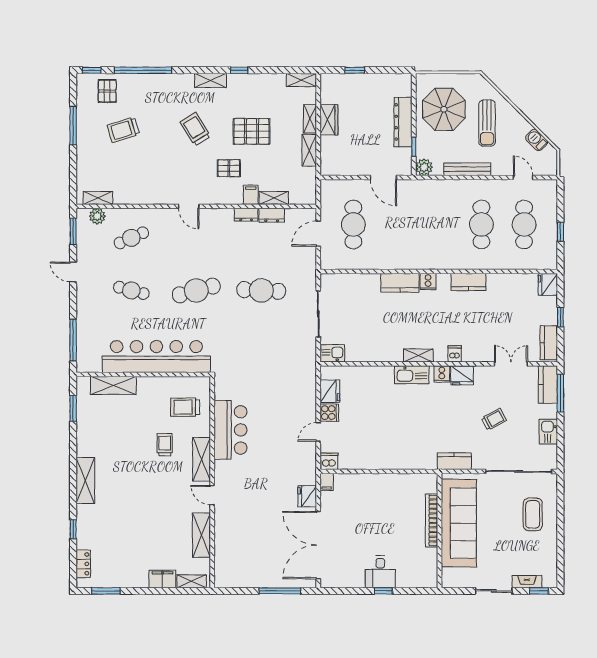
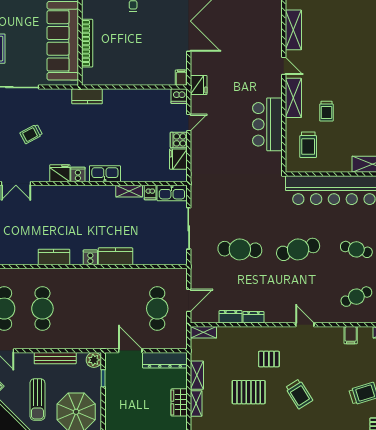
dresser: (403, 122) -> (165, 360), moved, turned 90
sun lounger: (487, 123) -> (37, 399), turned 180
filing cabinet: (251, 195) -> (351, 335), moved
shelving: (274, 198) -> (203, 332), moved
kitchen sink: (332, 353) -> (172, 193), width x1.38
dishwasher: (455, 354) -> (150, 193), moved
shelving: (418, 355) -> (129, 191), moved
trolley: (185, 407) -> (308, 145), turned 90
kitchen counter: (454, 461) -> (87, 96), moved
fridge: (307, 496) -> (199, 85), moved

